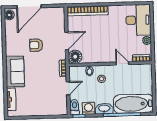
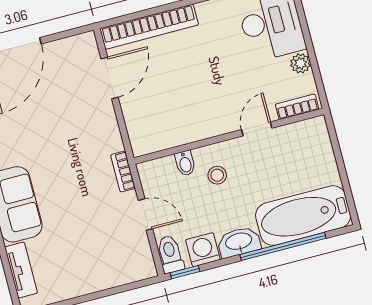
door: (67, 41) -> (110, 78), moved
armchair: (36, 45) -> (49, 133), removed
floor lamp: (75, 57) -> (145, 139), removed
door: (122, 63) -> (257, 129), hinge flipped
door: (68, 88) -> (145, 215), hinge flipped

